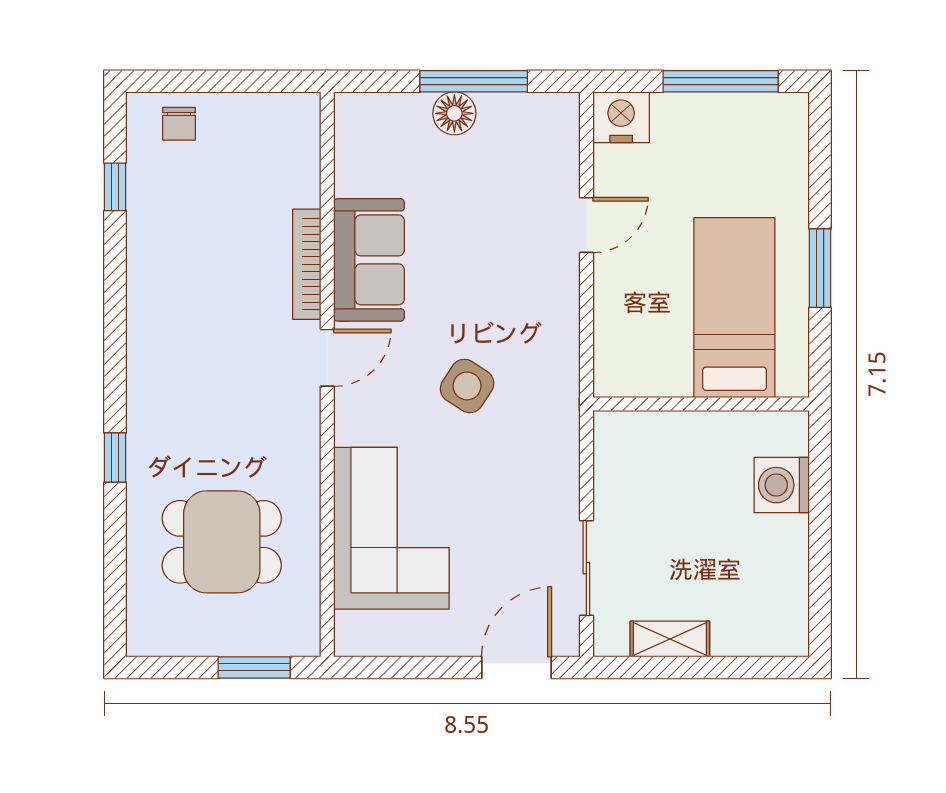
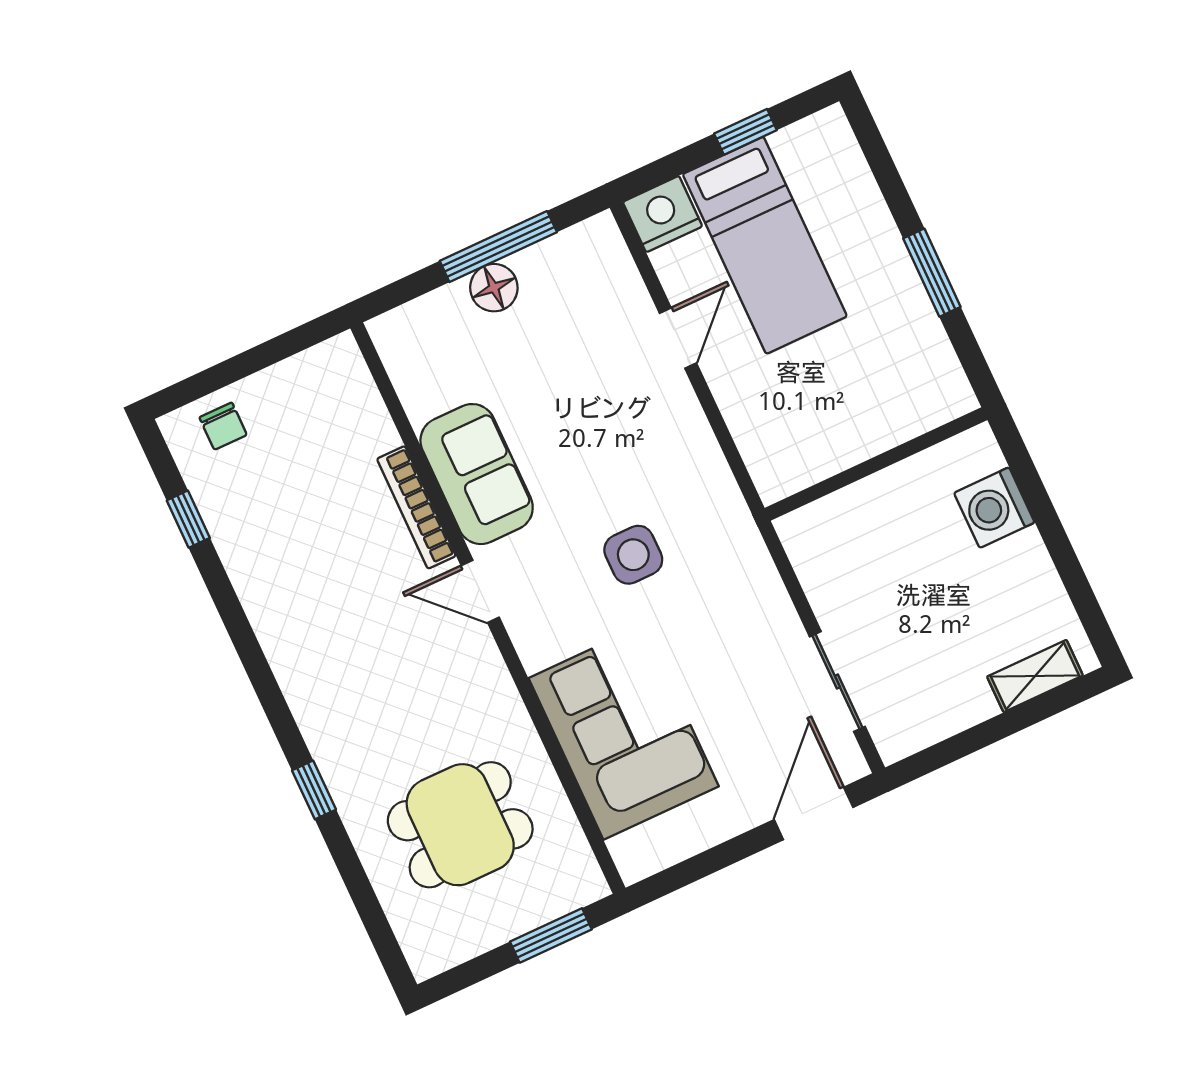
window: (721, 81) -> (745, 132), width x0.46
bed: (734, 308) -> (765, 245), moved, turned 180
door: (327, 358) -> (480, 591), swing flipped
side table: (467, 386) -> (633, 555), turned -33
shelving: (670, 639) -> (1035, 676), moved

